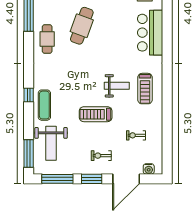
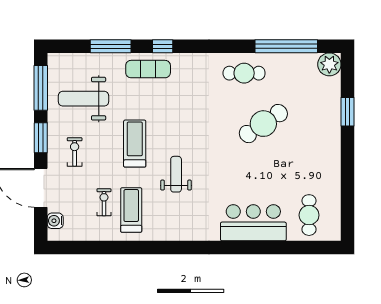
cafe table: (82, 26) -> (263, 124), turned -54
weight bench: (117, 86) -> (176, 174), turned 180
treadmill: (145, 89) -> (131, 210), moved, turned 90
weight bench: (51, 143) -> (83, 99), moved
window: (29, 153) -> (111, 46), moved

